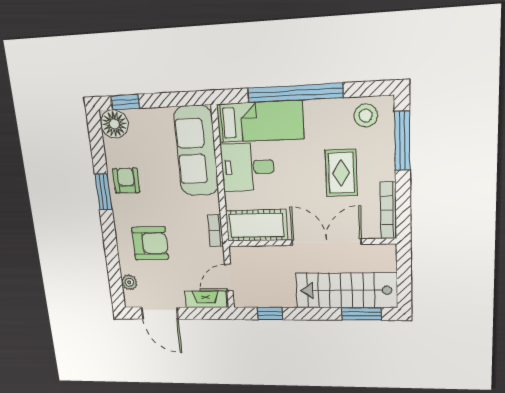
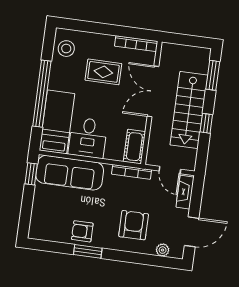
window: (125, 102) -> (31, 174), moved
floor lamp: (114, 124) -> (39, 229), removed
window: (402, 141) -> (88, 27), removed
cot: (257, 225) -> (134, 147), width x0.73, depth x0.75
bookcase: (216, 231) -> (132, 172), width x1.56
stairs: (346, 290) -> (189, 110), moved
window: (270, 314) -> (206, 123), moved

